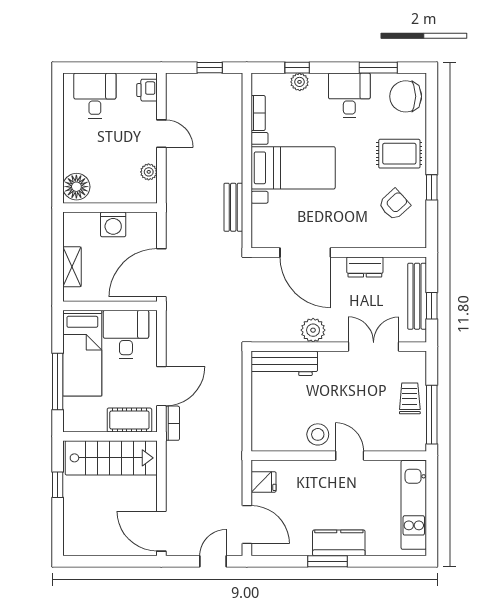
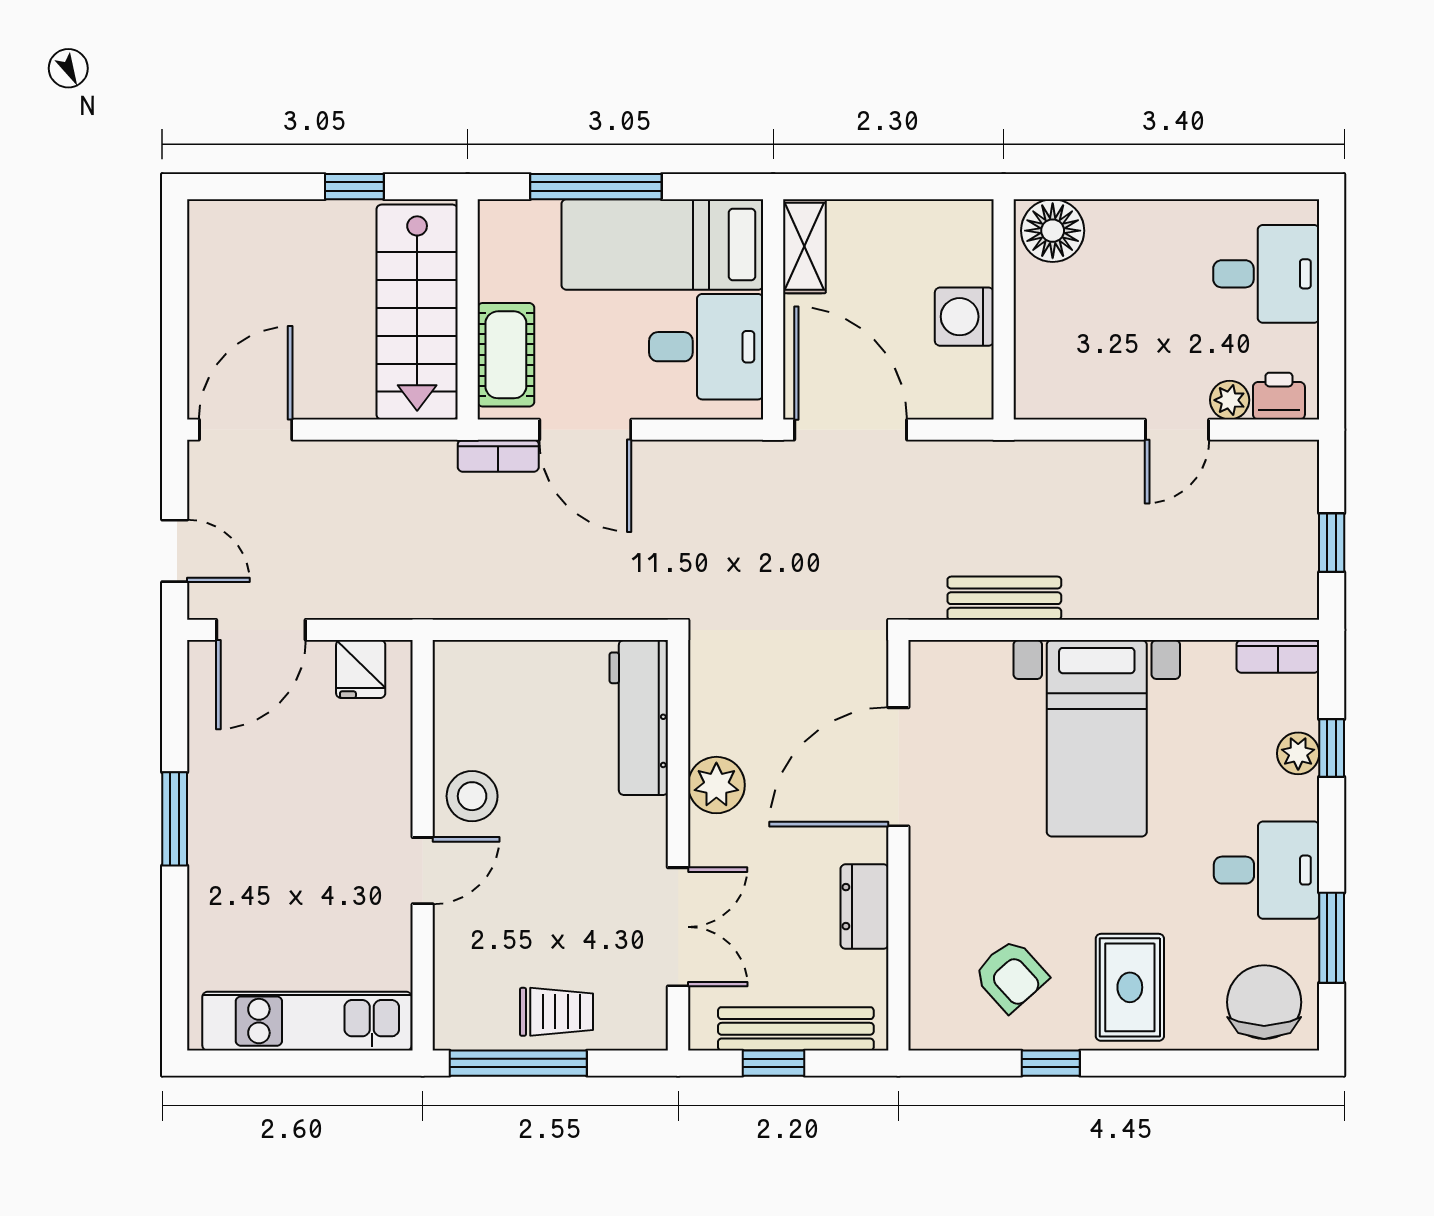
bookcase: (258, 113) -> (1278, 656), moved
plant: (149, 172) -> (1230, 400), moved
shelving: (72, 267) -> (804, 246), moved, turned 90
kitchen counter: (339, 543) -> (218, 846), removed

